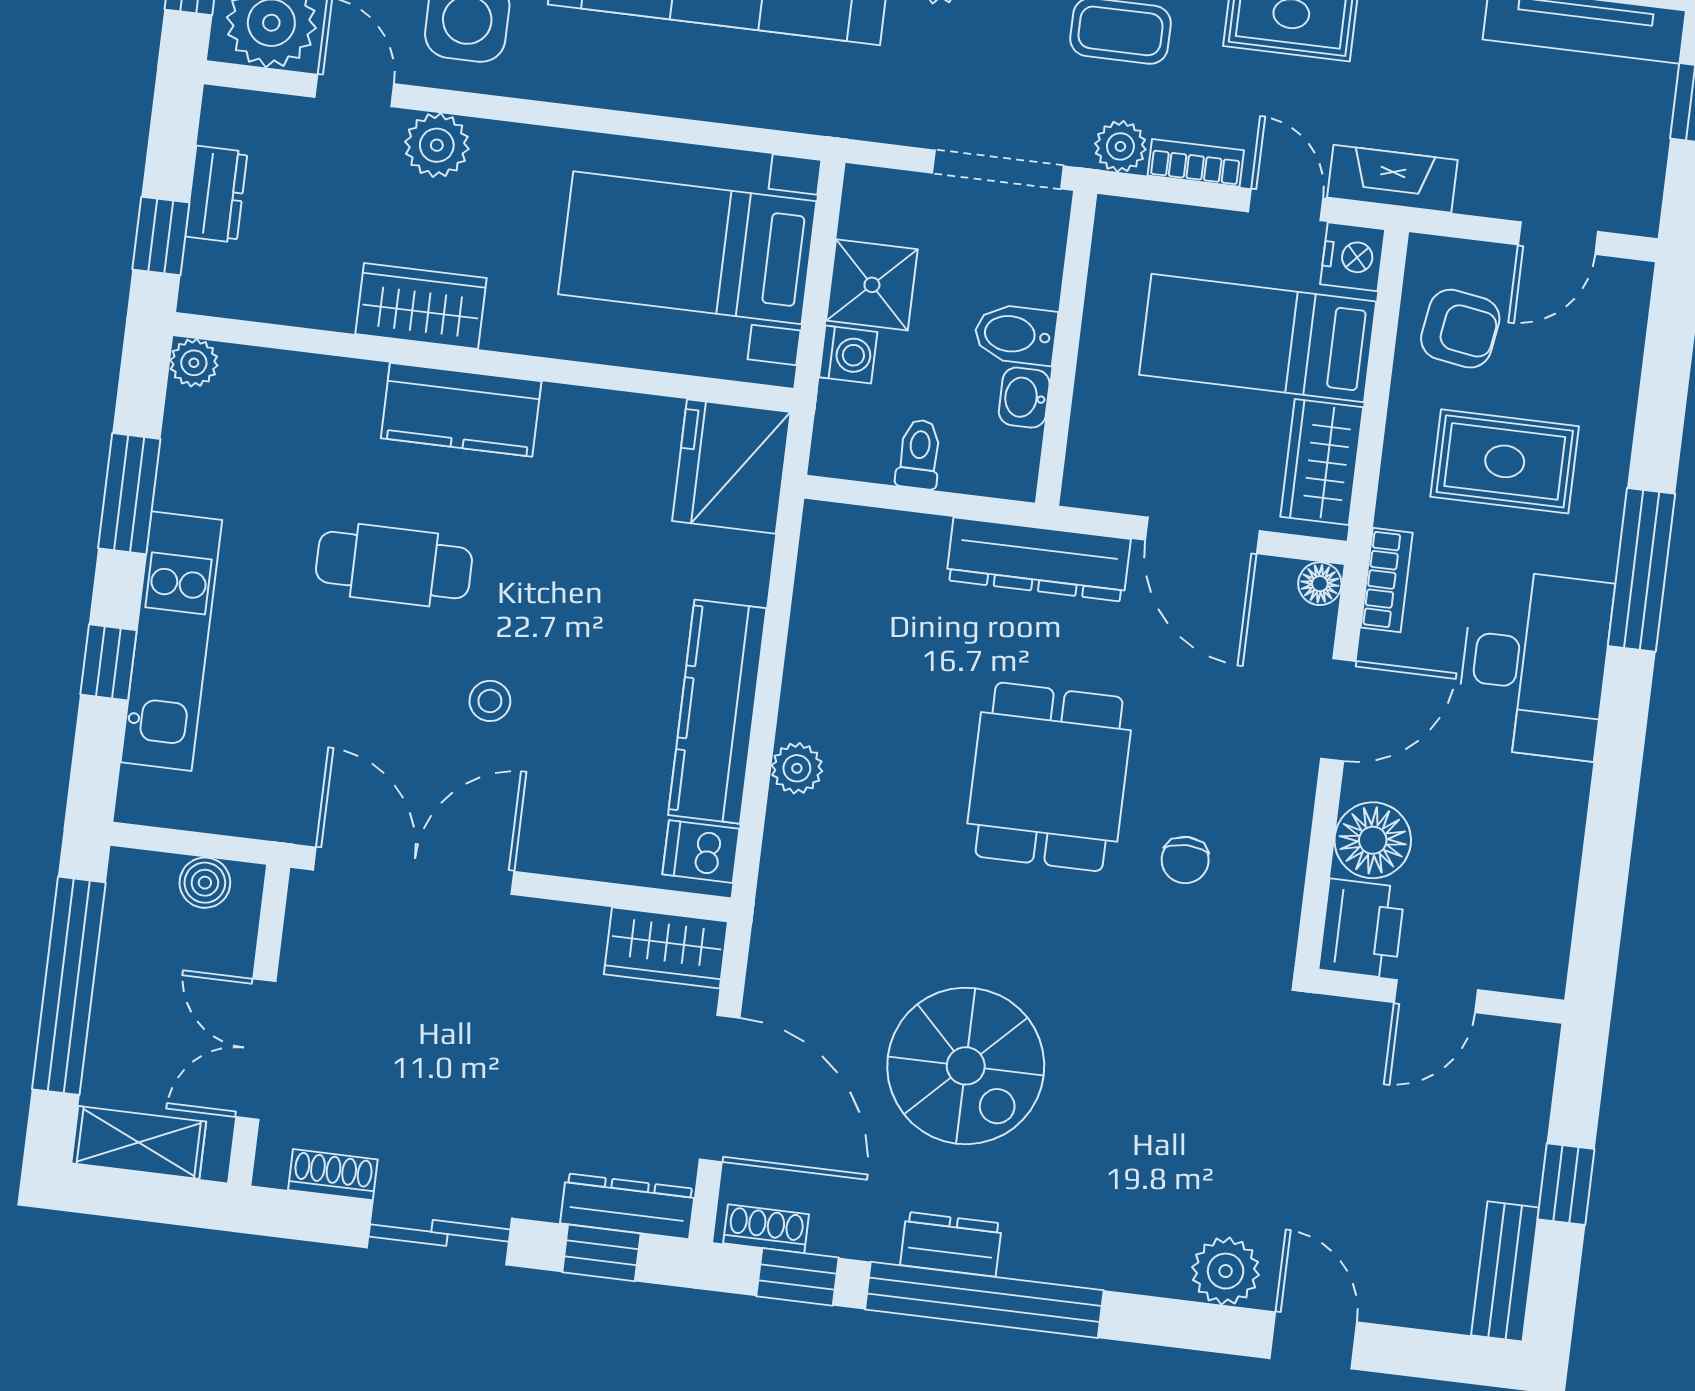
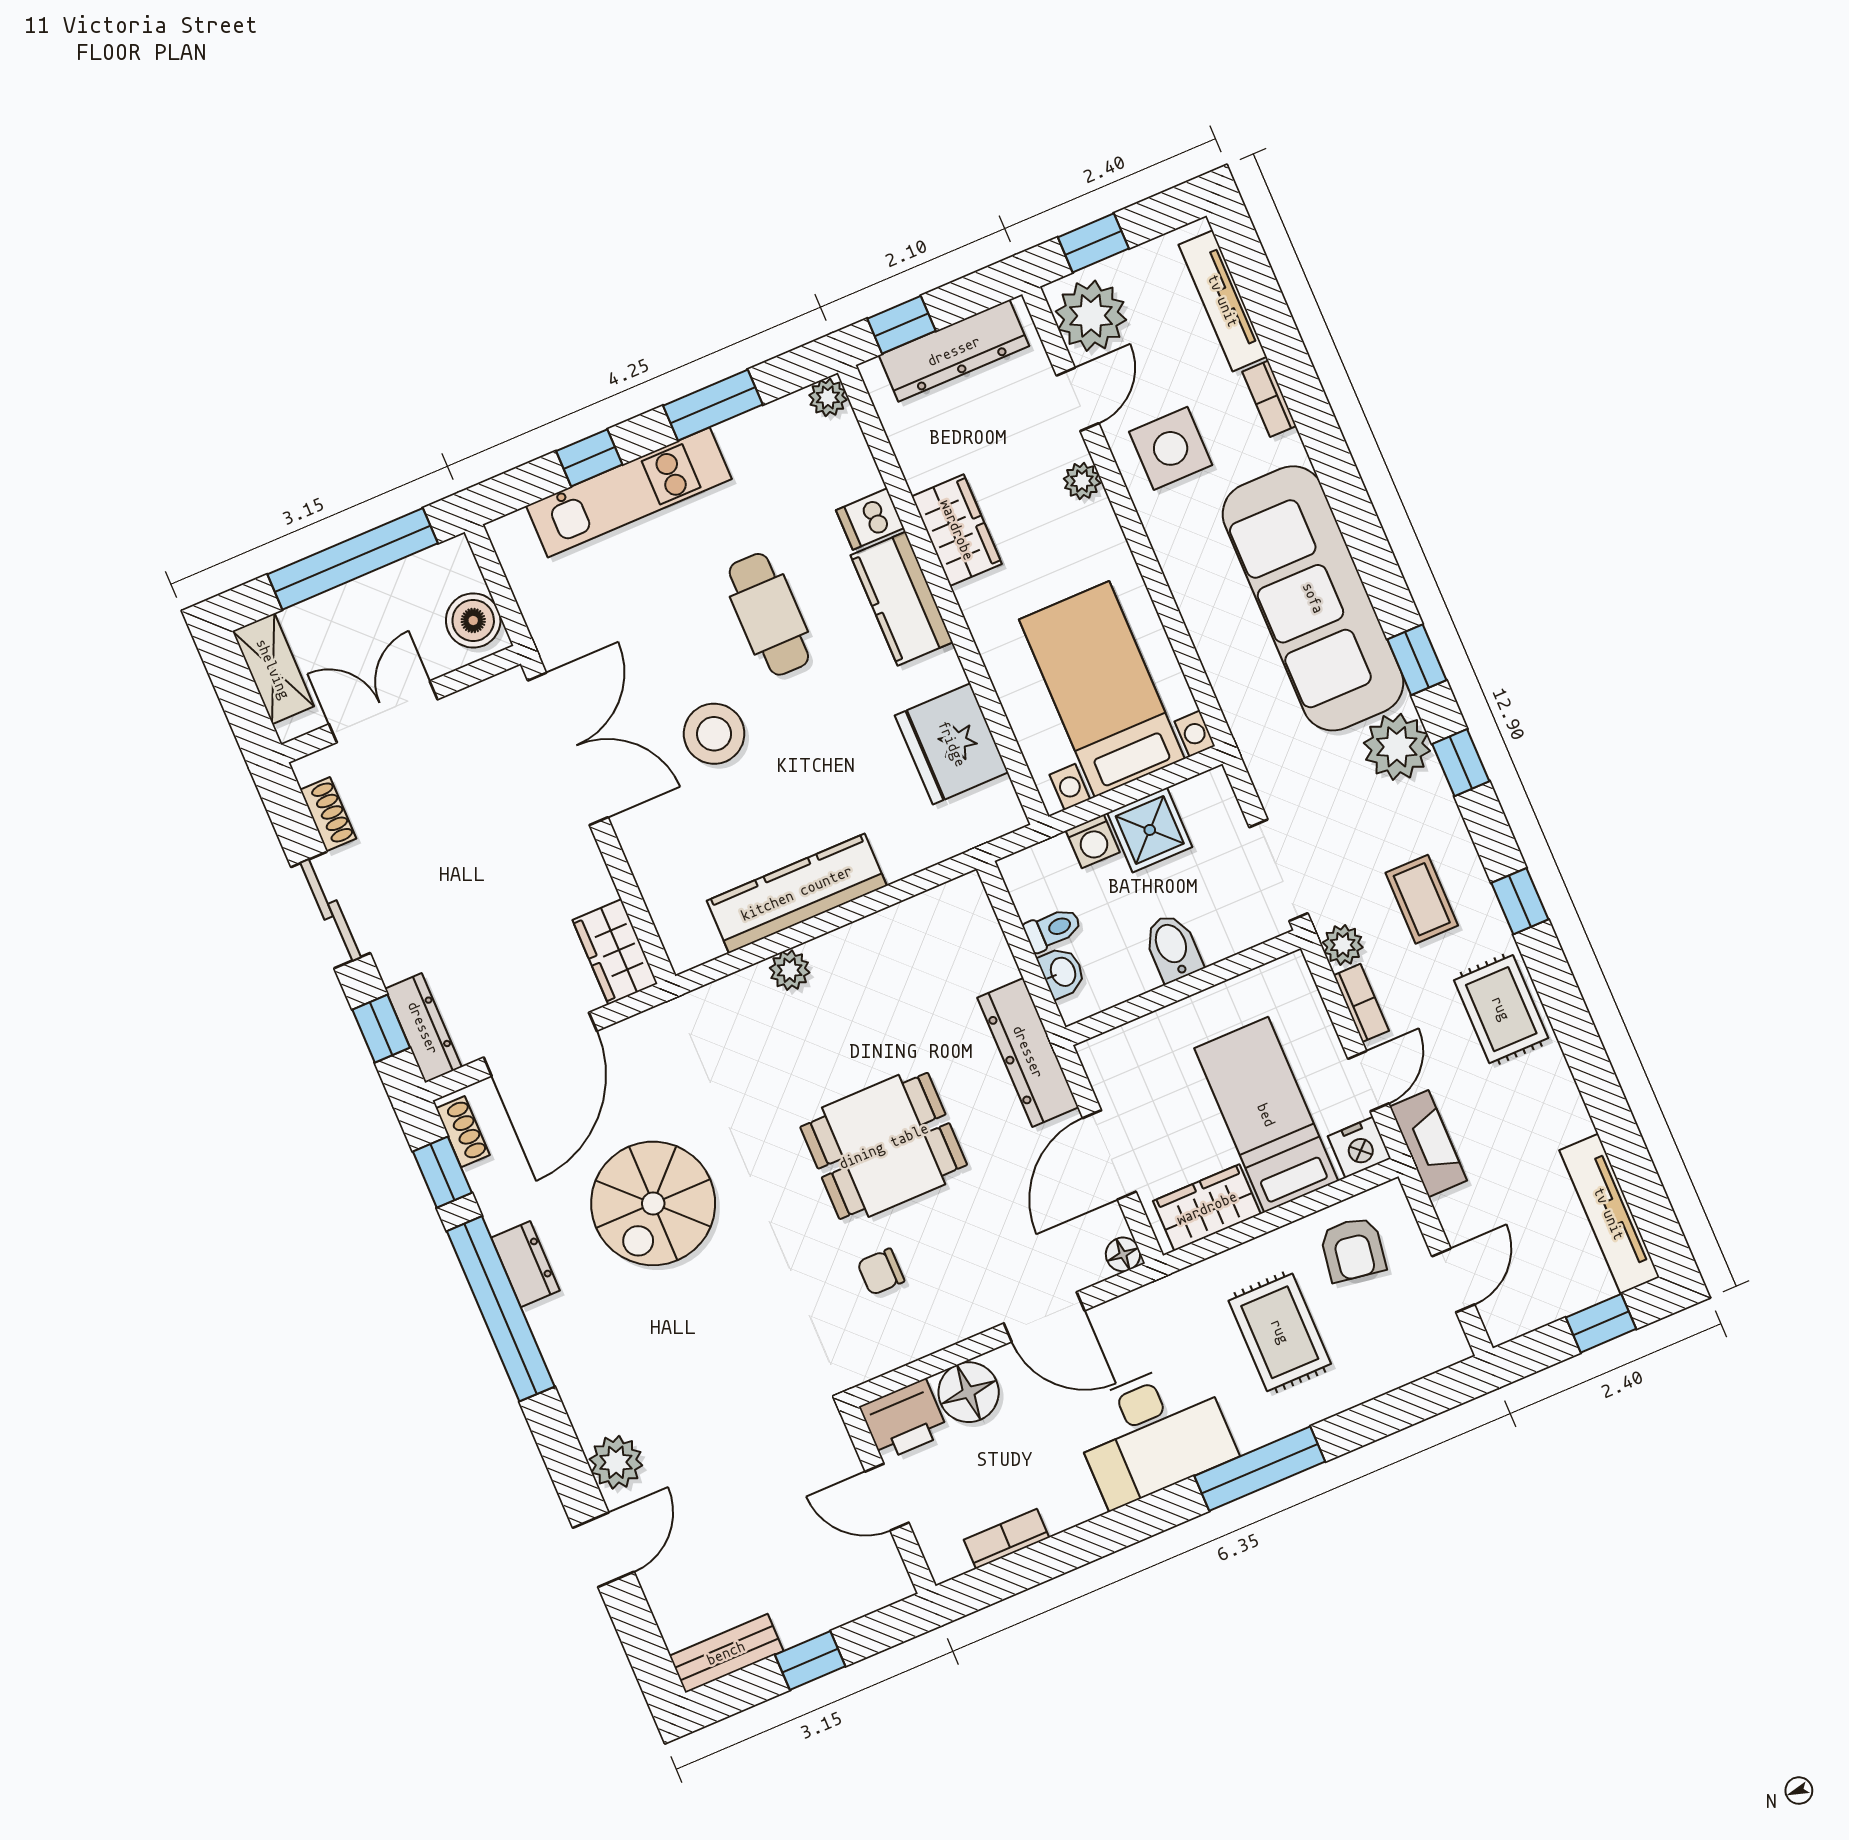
plant: (437, 145) -> (1082, 481), width x0.73, depth x0.73
dresser: (216, 194) -> (954, 351), width x1.96, depth x1.24
door: (1558, 238) -> (1453, 1280), swing flipped
washbasin: (1024, 398) -> (1062, 972), moved, turned 90
fridge: (731, 466) -> (952, 744), moved, turned -90
bookcase: (1387, 580) -> (1006, 1539), moved, turned 180
stool: (490, 701) -> (714, 734), width x1.89, depth x1.89
dishwasher: (701, 852) -> (870, 519), moved, turned -90
boiler: (205, 883) -> (473, 620), width x1.36, depth x1.36

